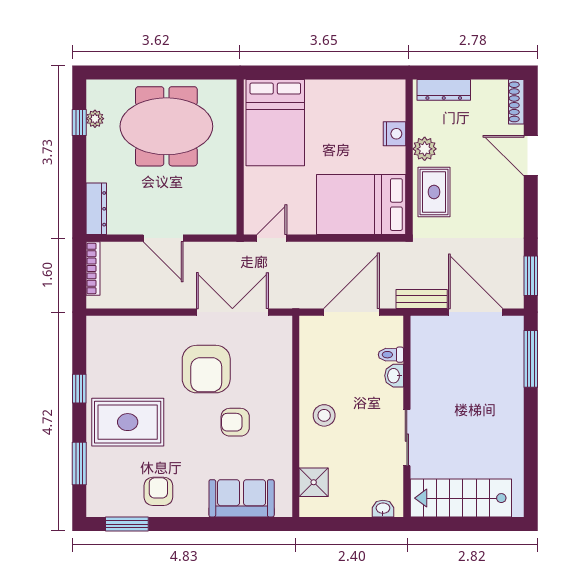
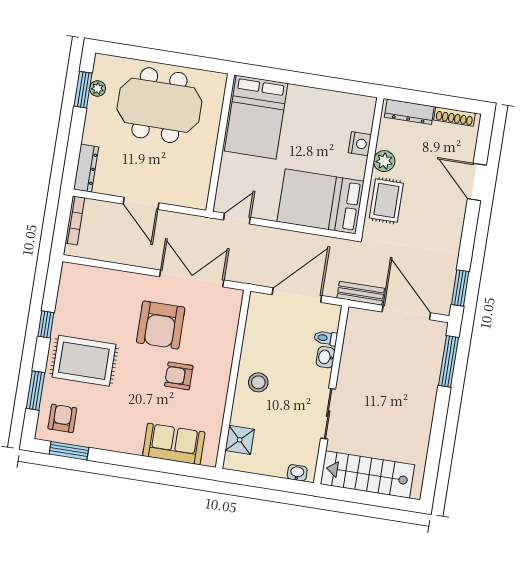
shoe rack: (516, 102) -> (455, 116), moved, turned -90
window: (79, 122) -> (83, 90), width x1.50
armchair: (158, 491) -> (62, 418), moved

